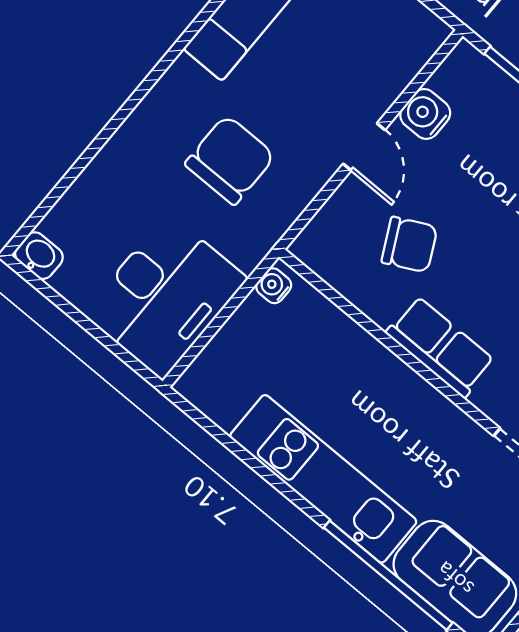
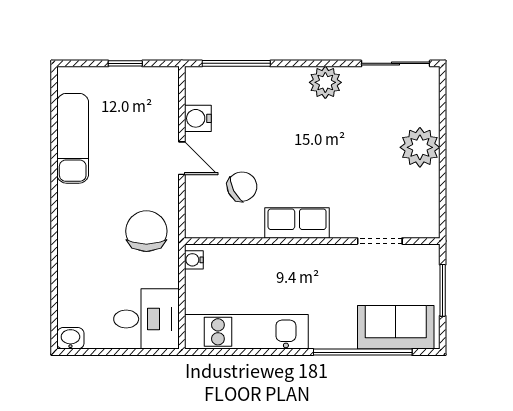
chair: (230, 160) -> (146, 231), moved
desk: (165, 296) -> (146, 319), width x0.73
kitchen unit: (323, 479) -> (246, 332), moved

